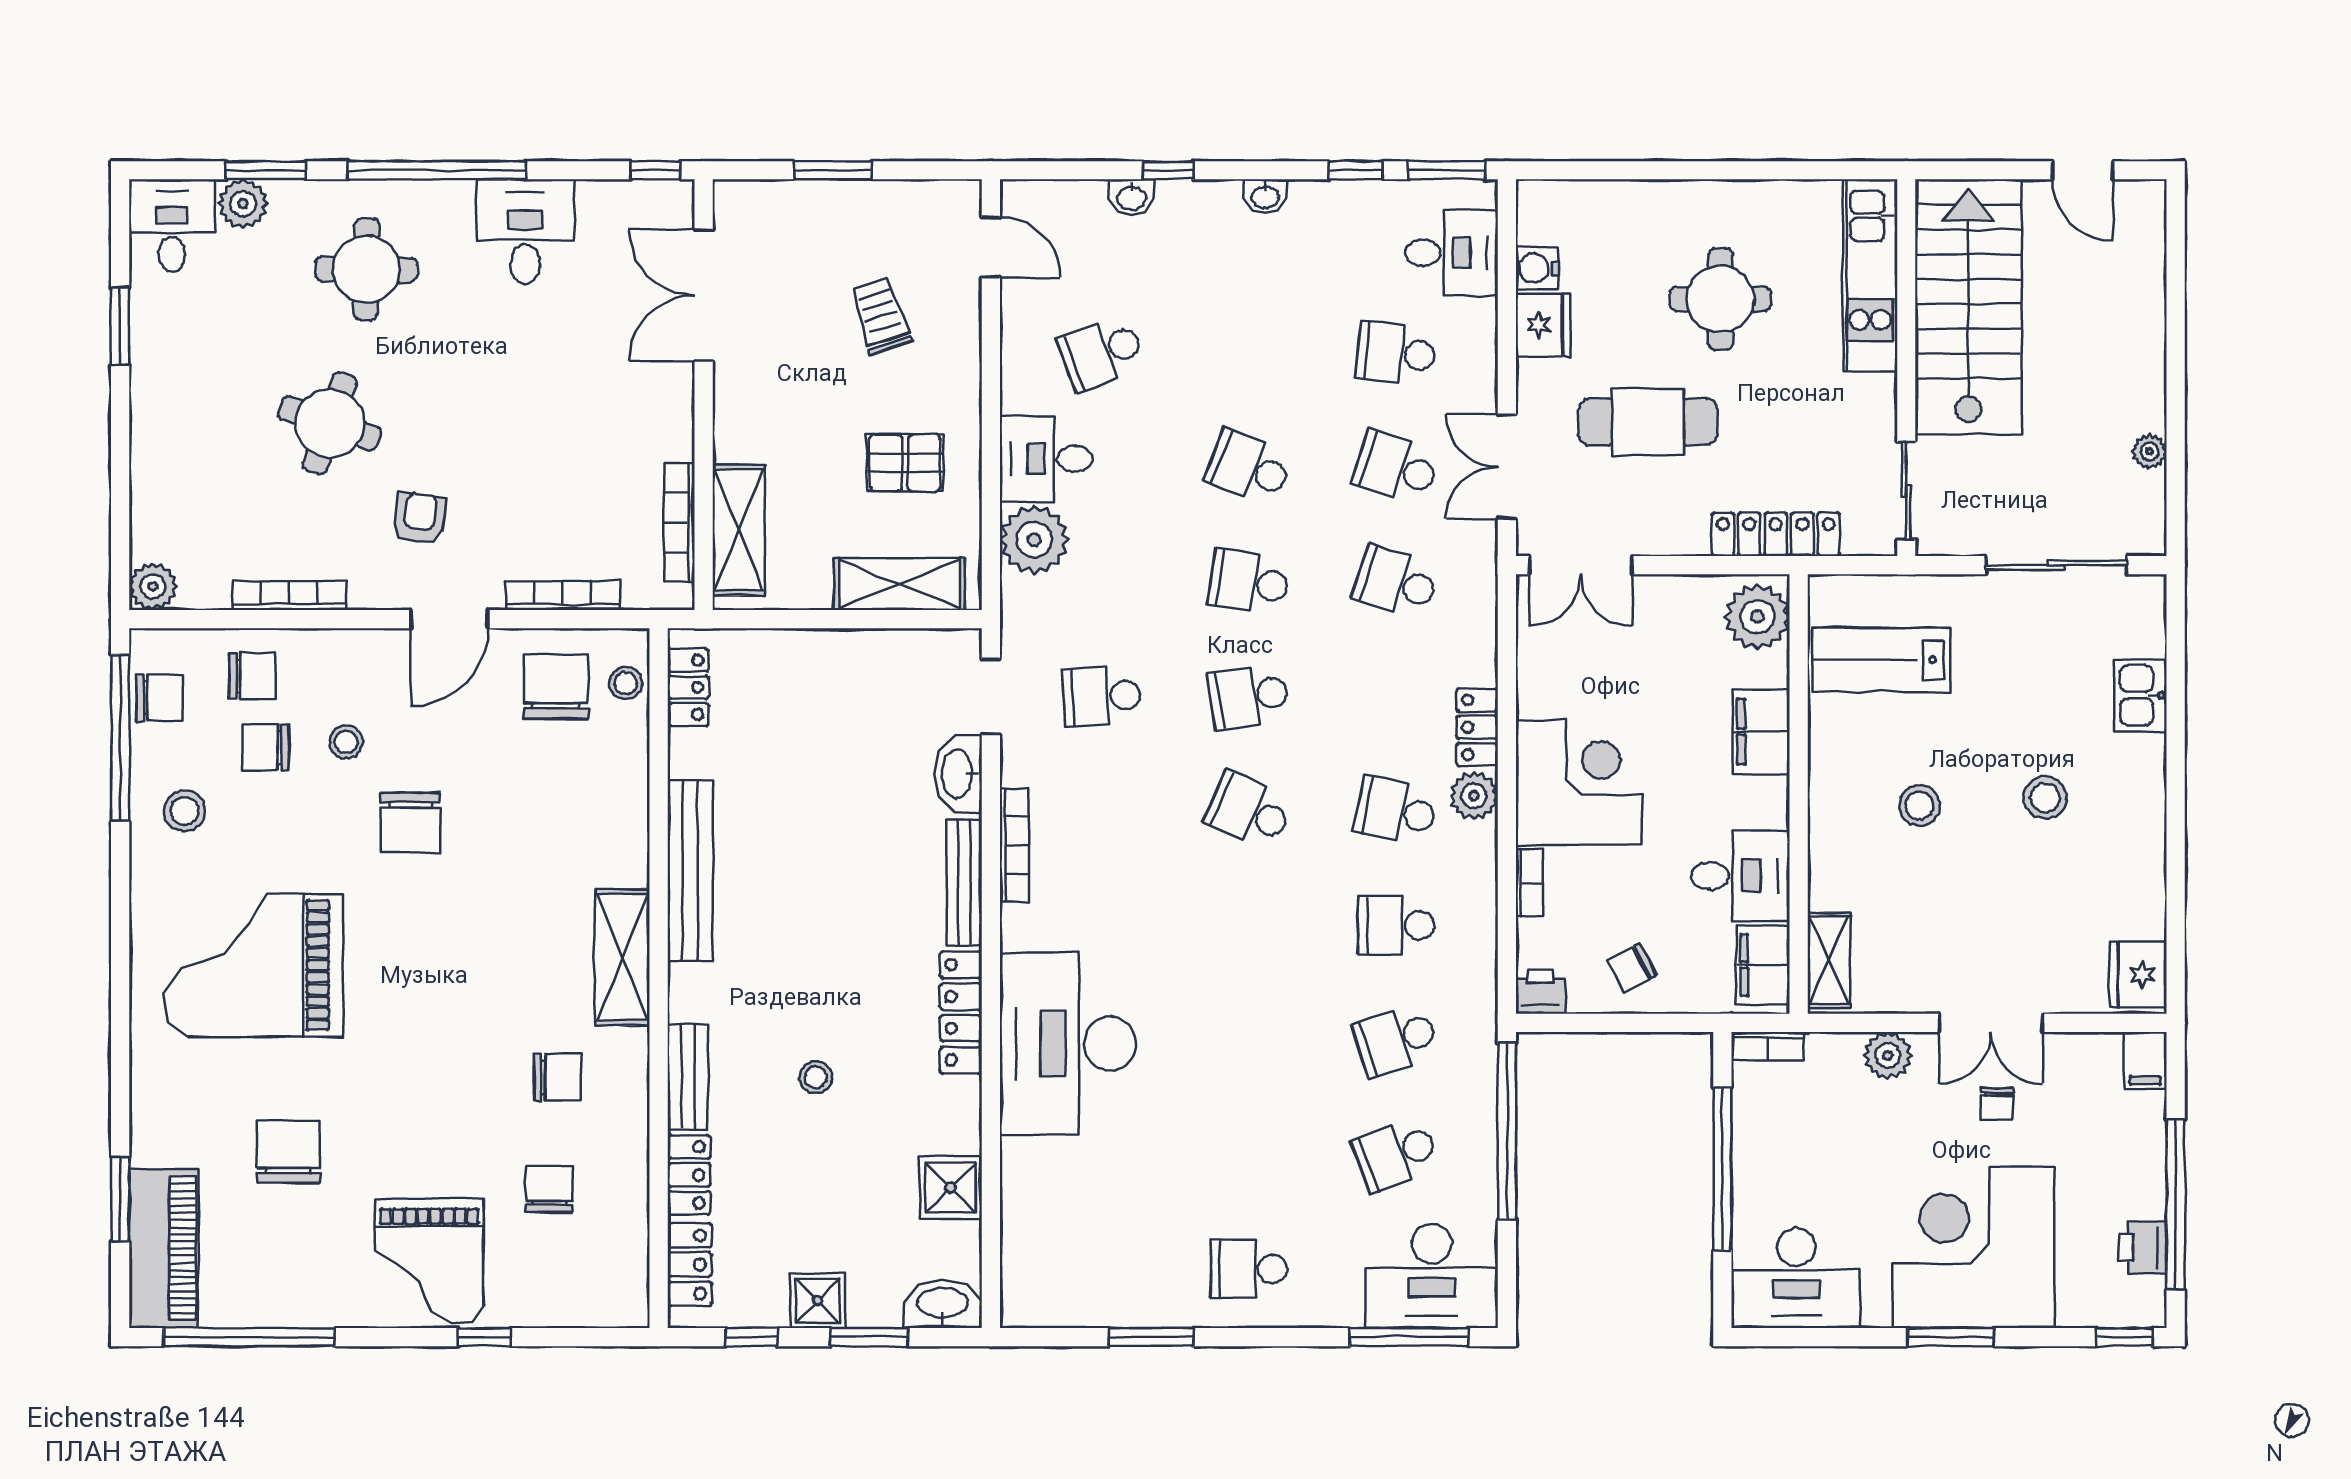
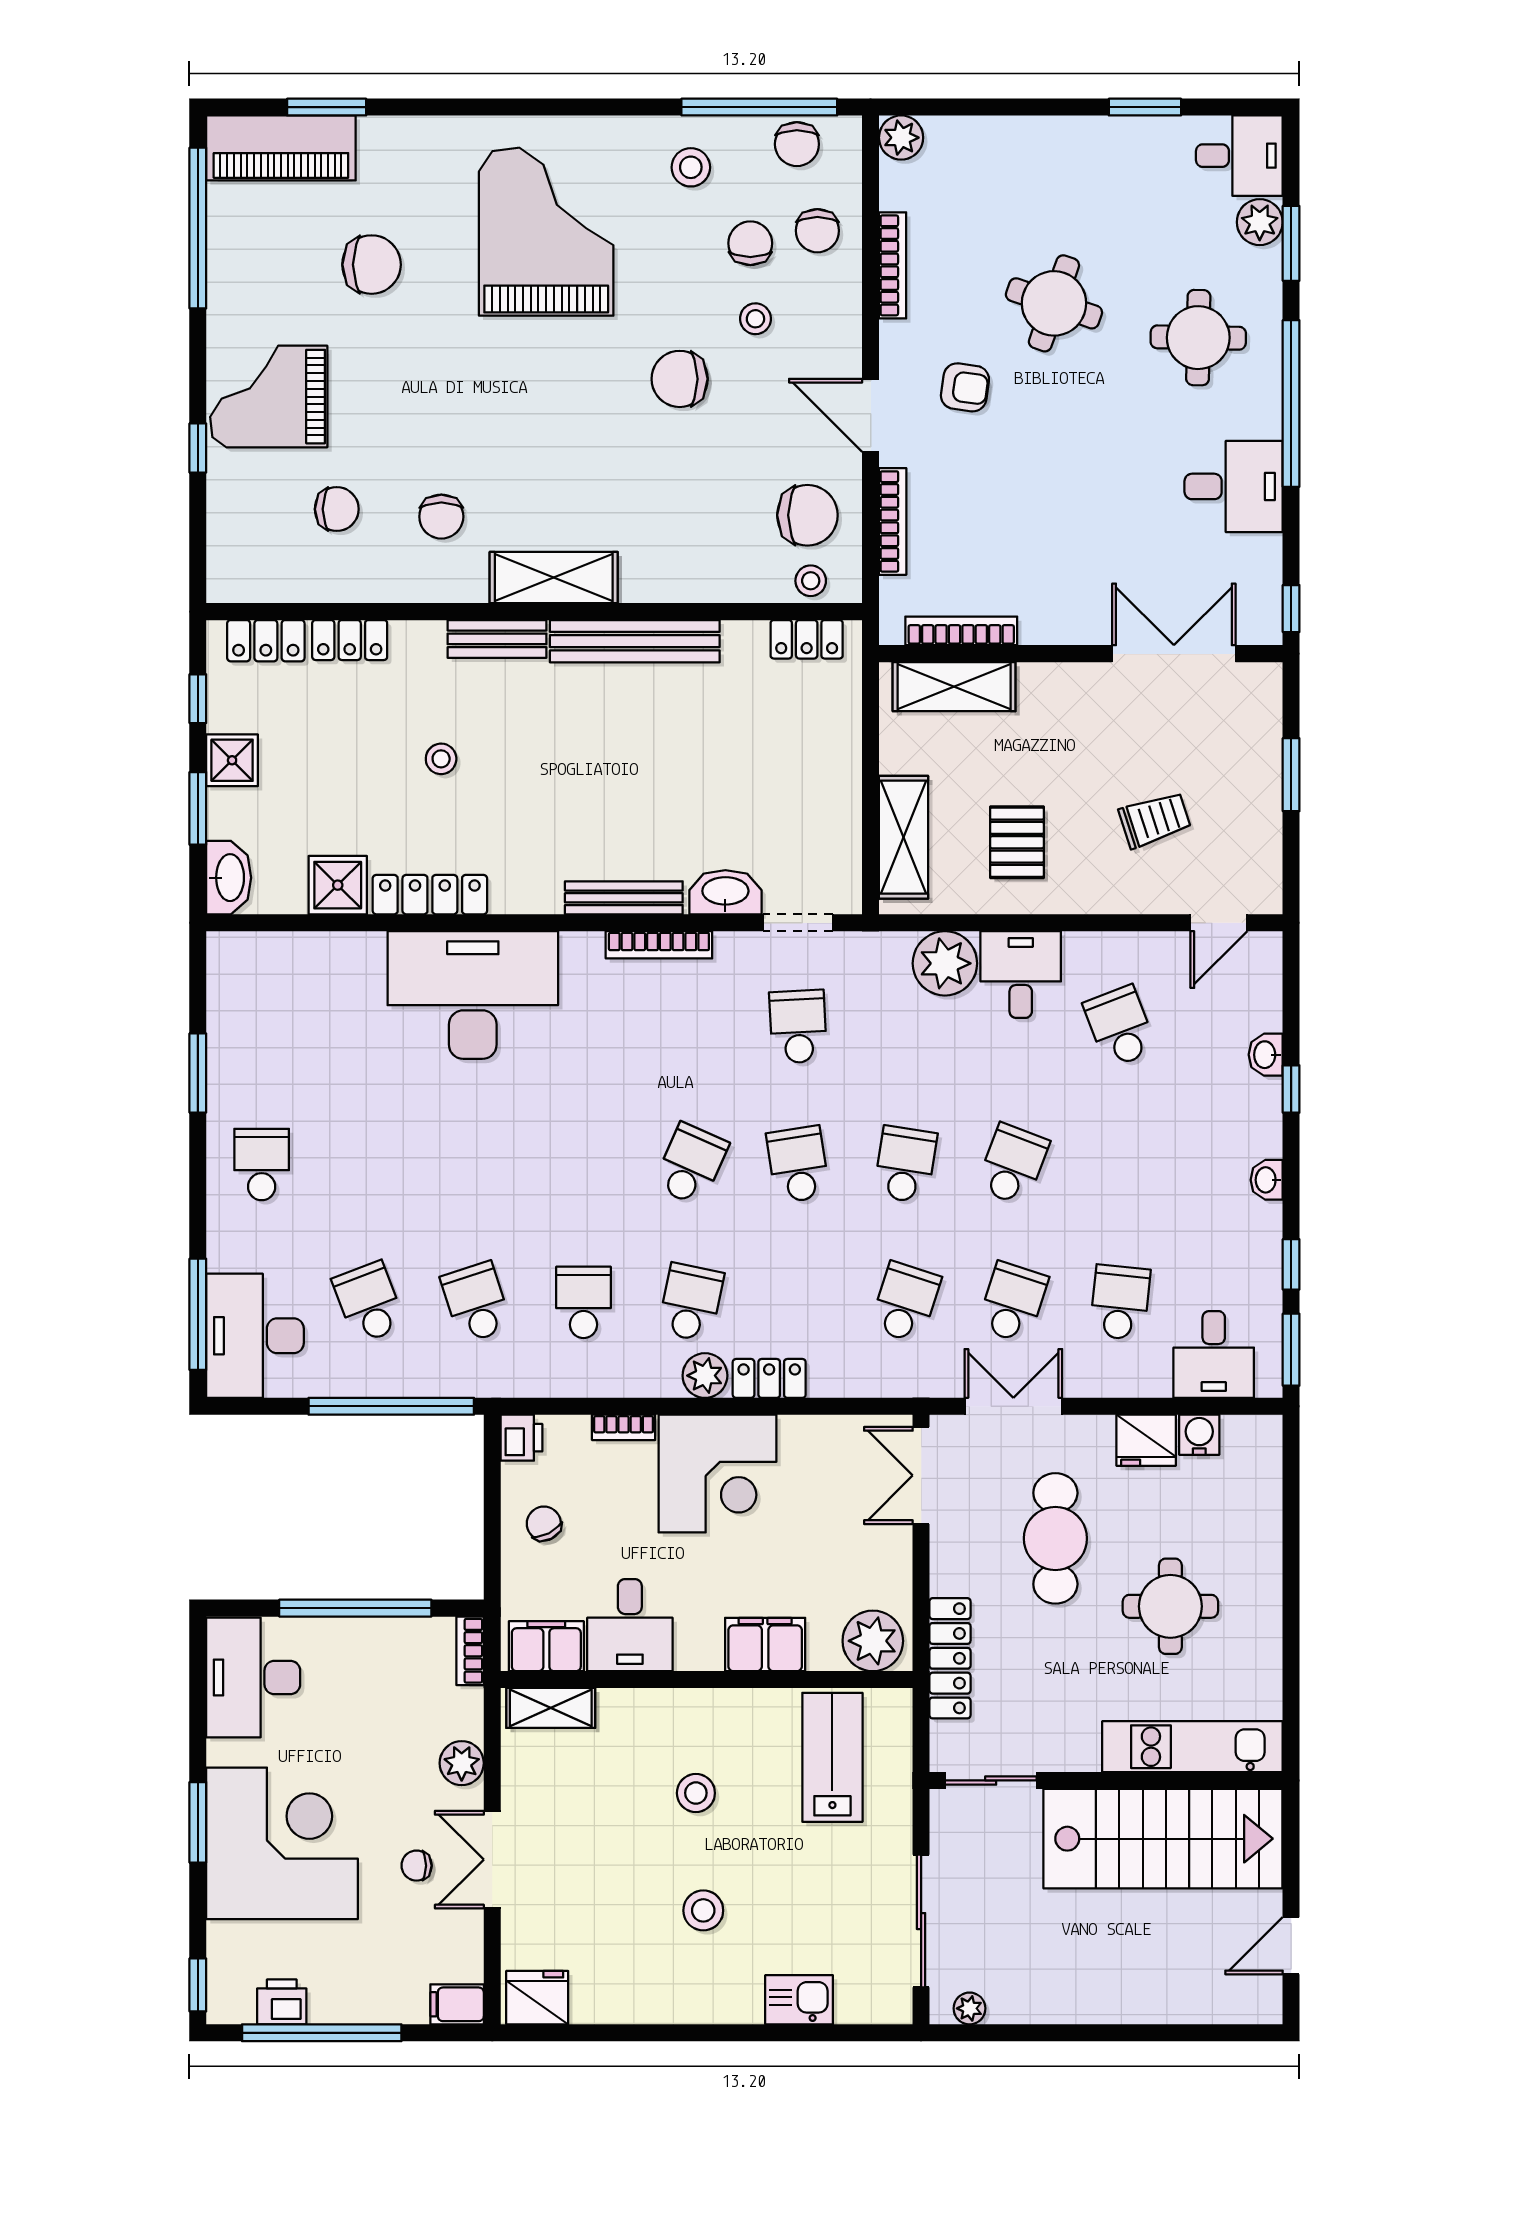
plant: (2150, 452) -> (970, 2008), moved
locker: (961, 1012) -> (430, 895), moved
bench: (688, 1076) -> (497, 639), moved

